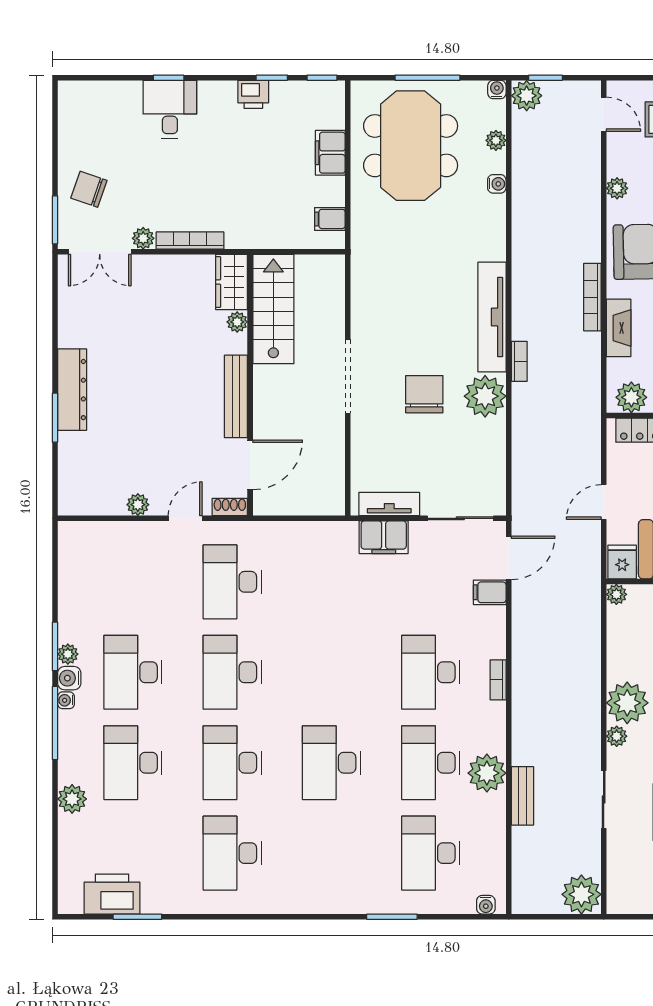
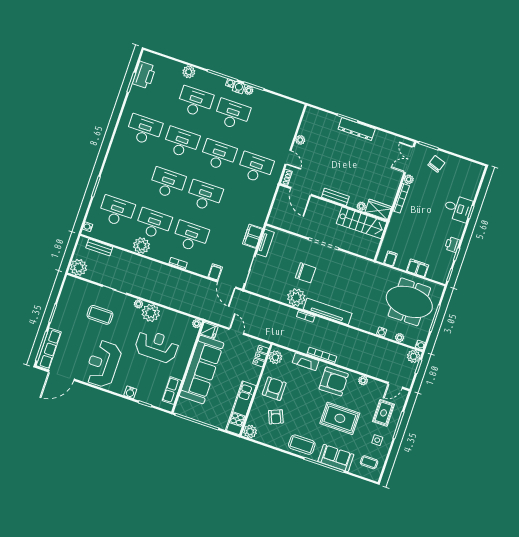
bench: (236, 396) -> (335, 197), width x0.73
desk: (331, 672) -> (204, 196), added
bench: (522, 796) -> (99, 247), moved

